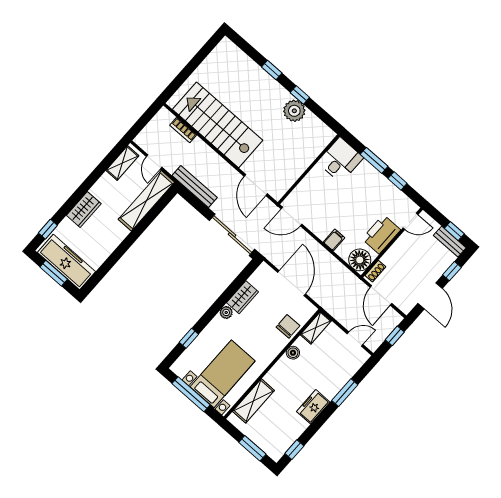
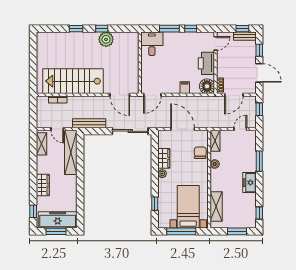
door: (381, 295) -> (234, 95), hinge flipped

